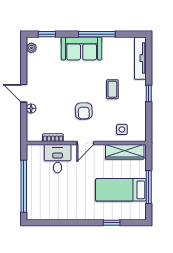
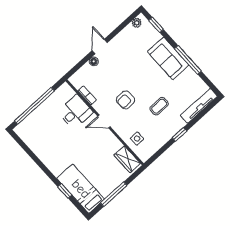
wardrobe: (125, 152) -> (127, 159), width x0.67
bed: (121, 190) -> (81, 189), moved

